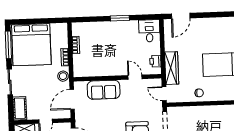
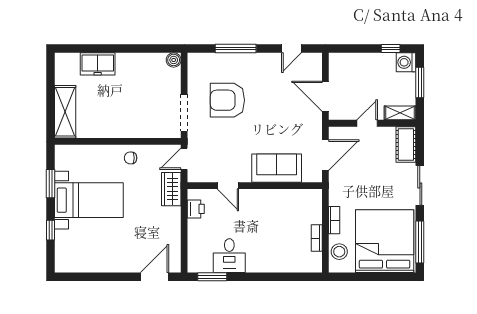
window: (120, 18) -> (212, 277), moved
desk: (149, 31) -> (229, 256), moved
wardrobe: (172, 68) -> (171, 189), width x0.67
stool: (63, 76) -> (339, 252), moved
door: (164, 94) -> (184, 159), swing flipped

